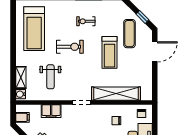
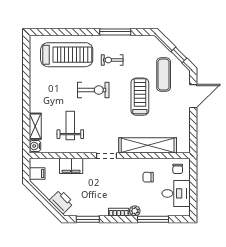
treadmill: (34, 29) -> (67, 55), moved, turned -90
treadmill: (109, 52) -> (140, 97), turned 180
weight bench: (50, 77) -> (70, 125), turned 180

